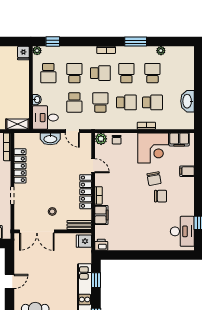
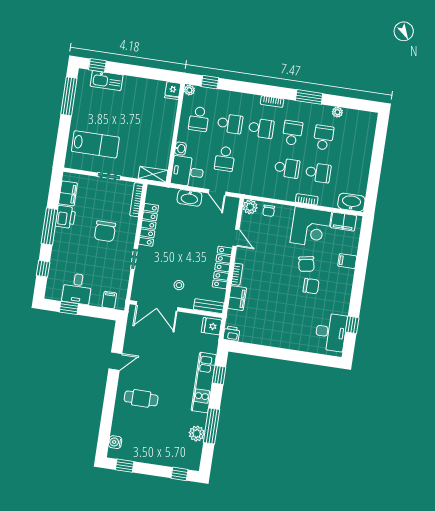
school desk: (74, 73) -> (230, 124), turned 90
washbasin: (188, 101) -> (351, 202), moved, turned 90
school desk: (100, 102) -> (256, 163), removed

